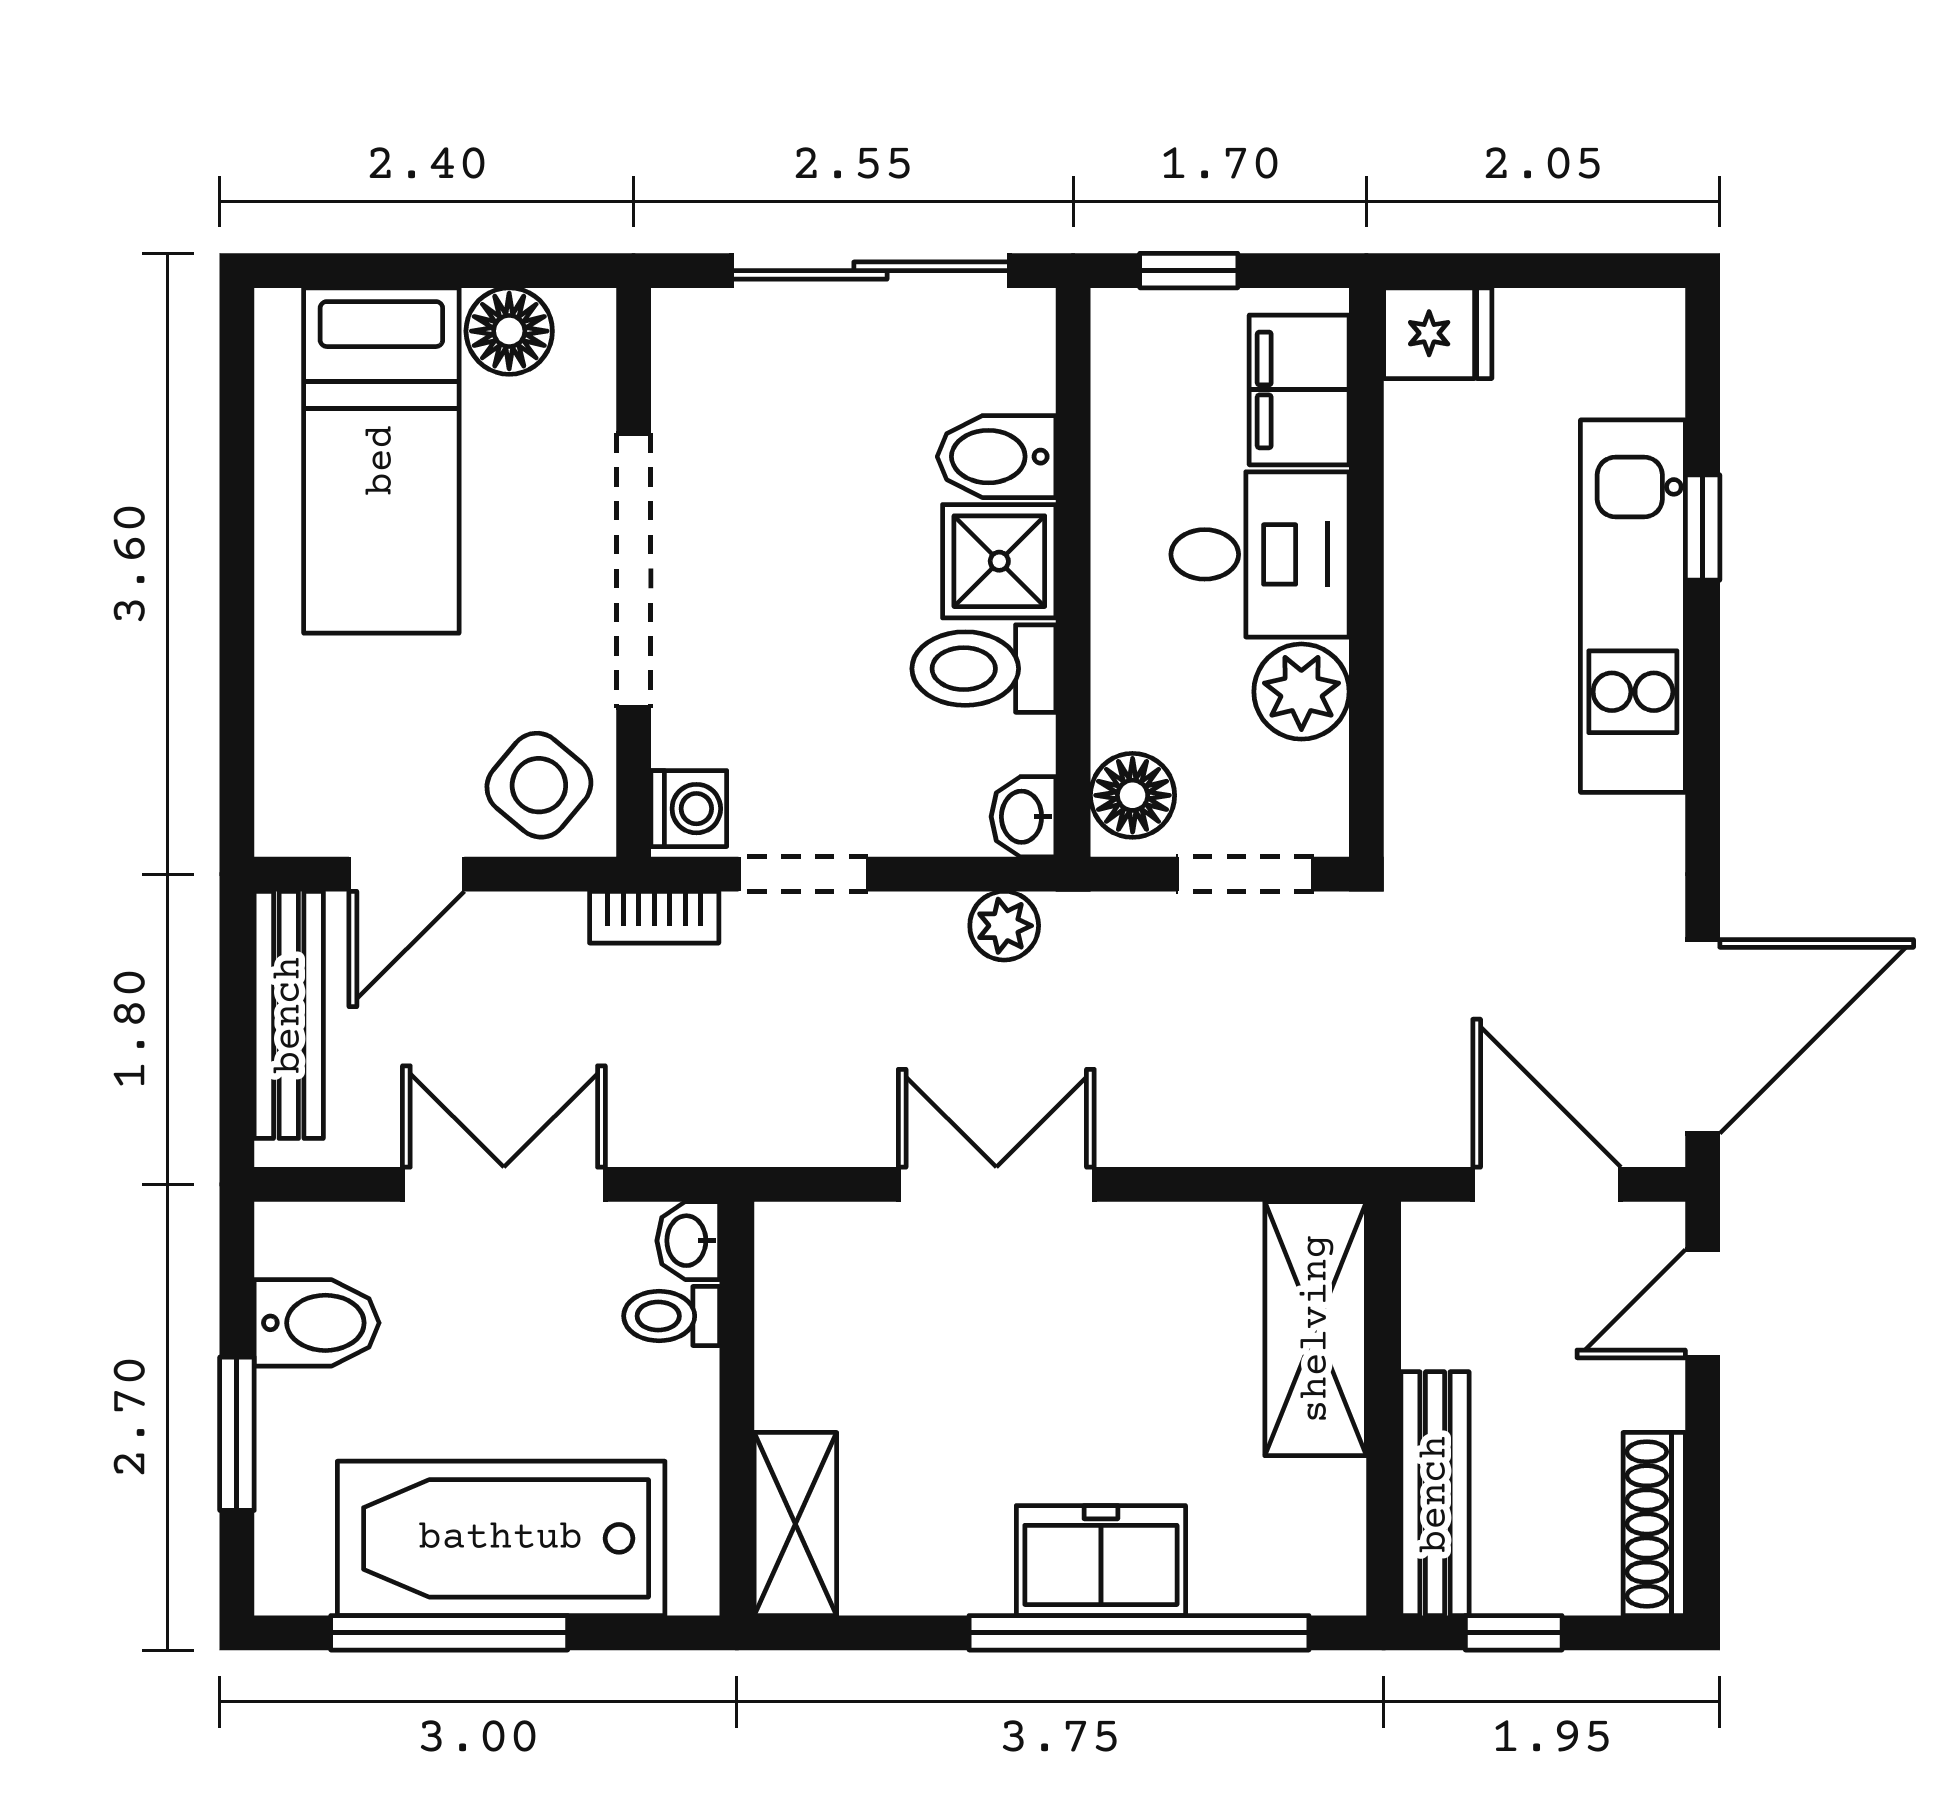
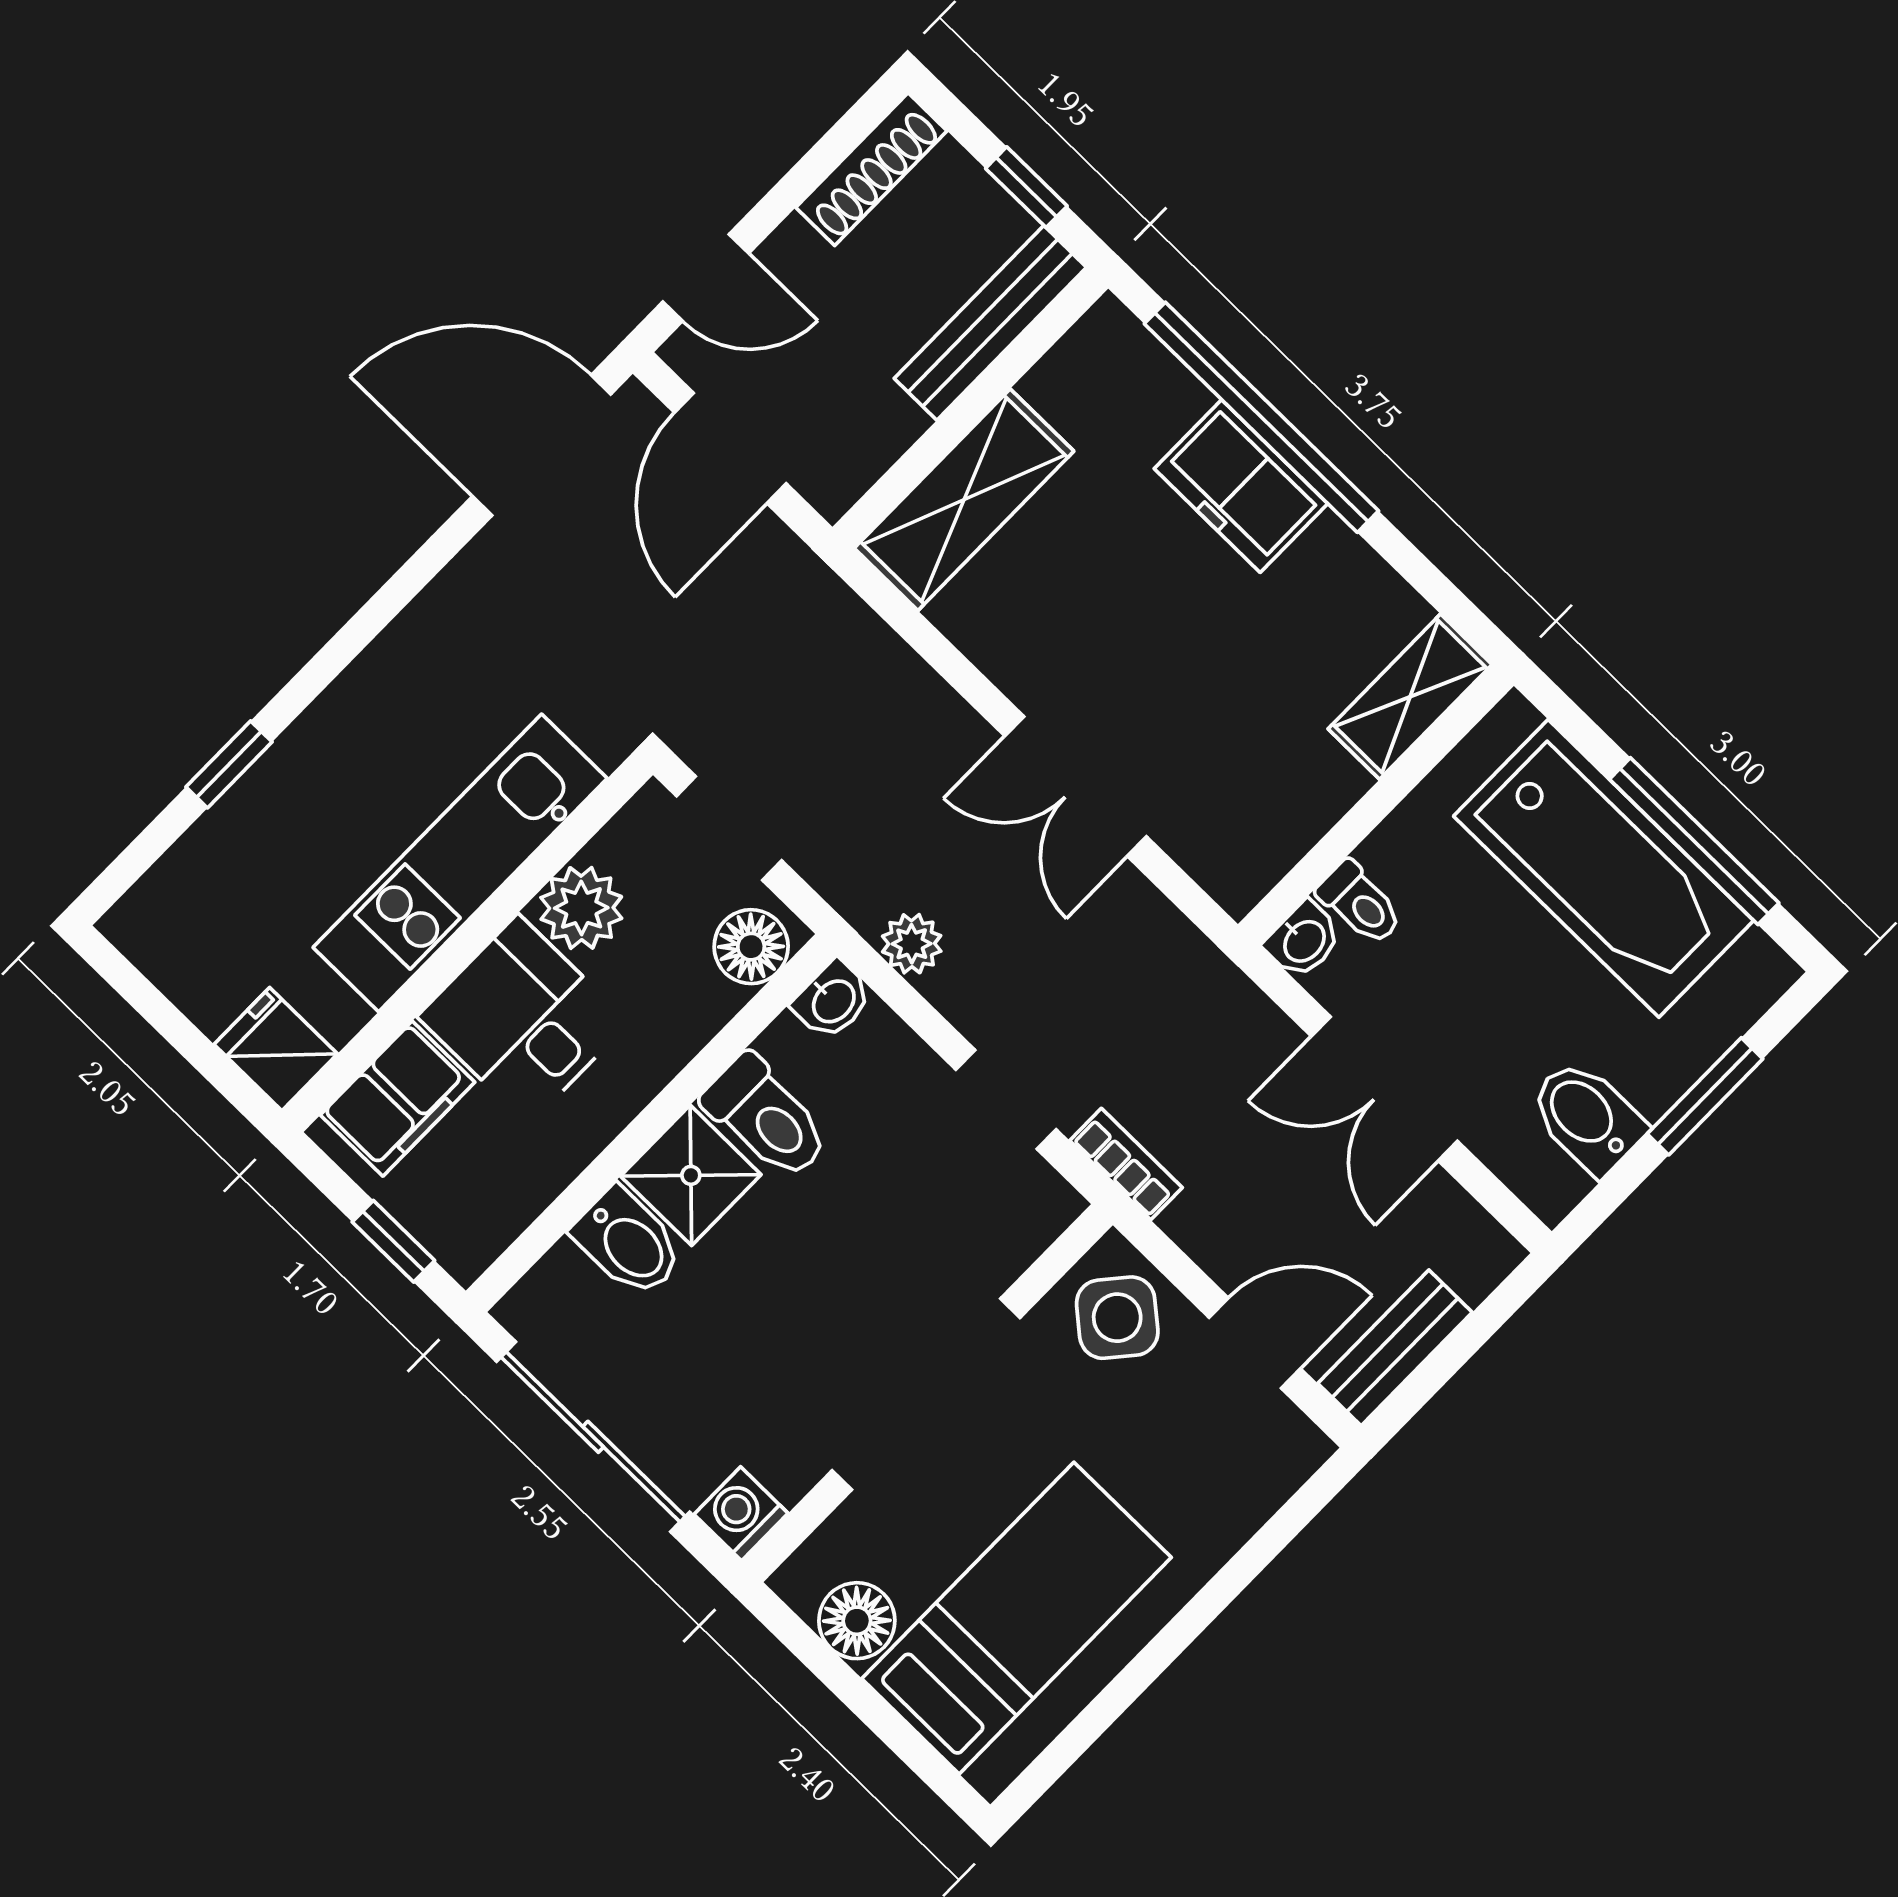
kitchen unit: (1633, 606) -> (460, 863), moved, turned 180
washing machine: (689, 809) -> (741, 1514), moved
bench: (289, 1015) -> (1395, 1348), width x0.73

